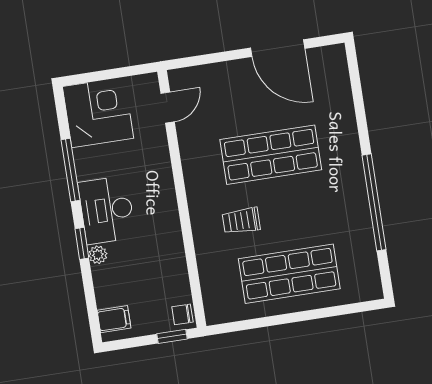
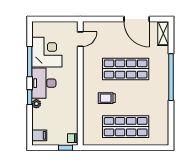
shelving: (337, 69) -> (163, 33), added
corner desk: (98, 112) -> (47, 52), moved
window: (374, 202) -> (171, 77), moved

